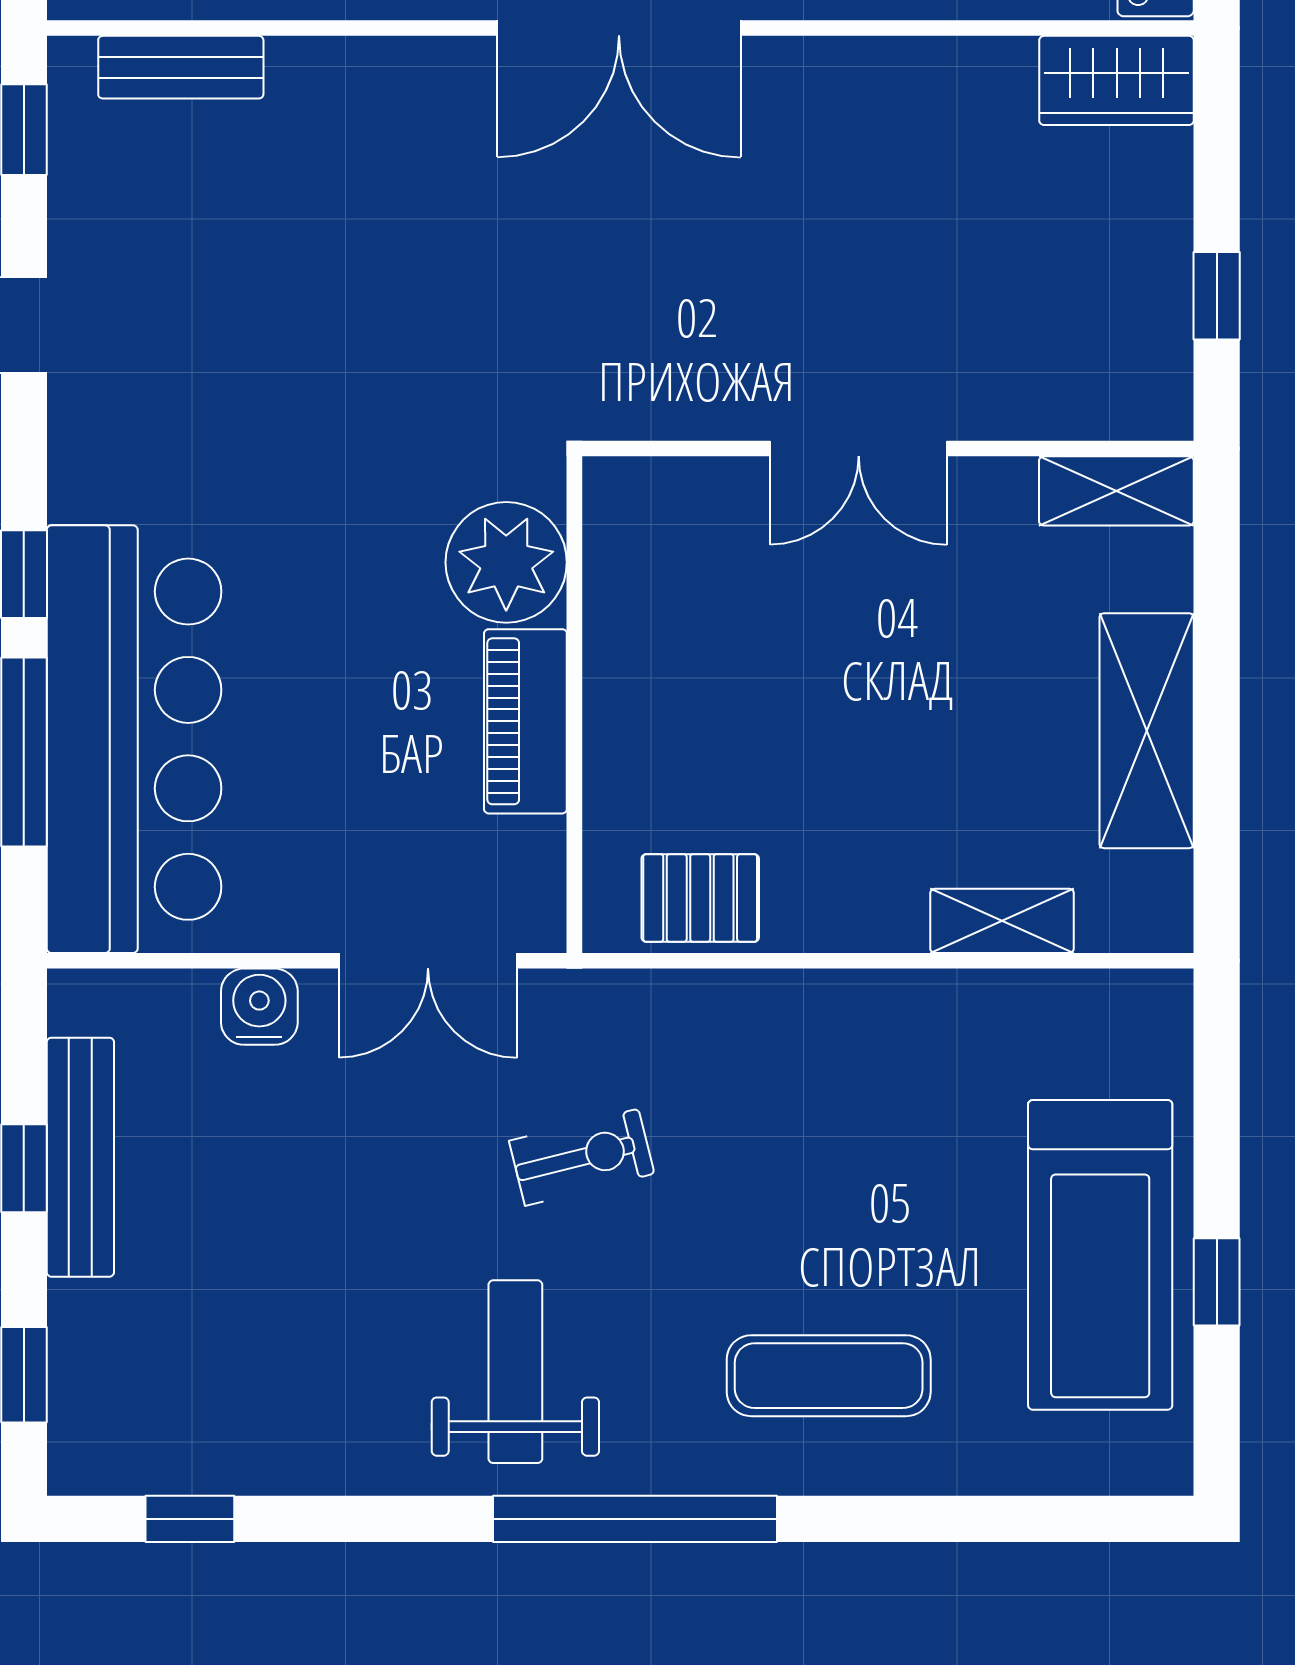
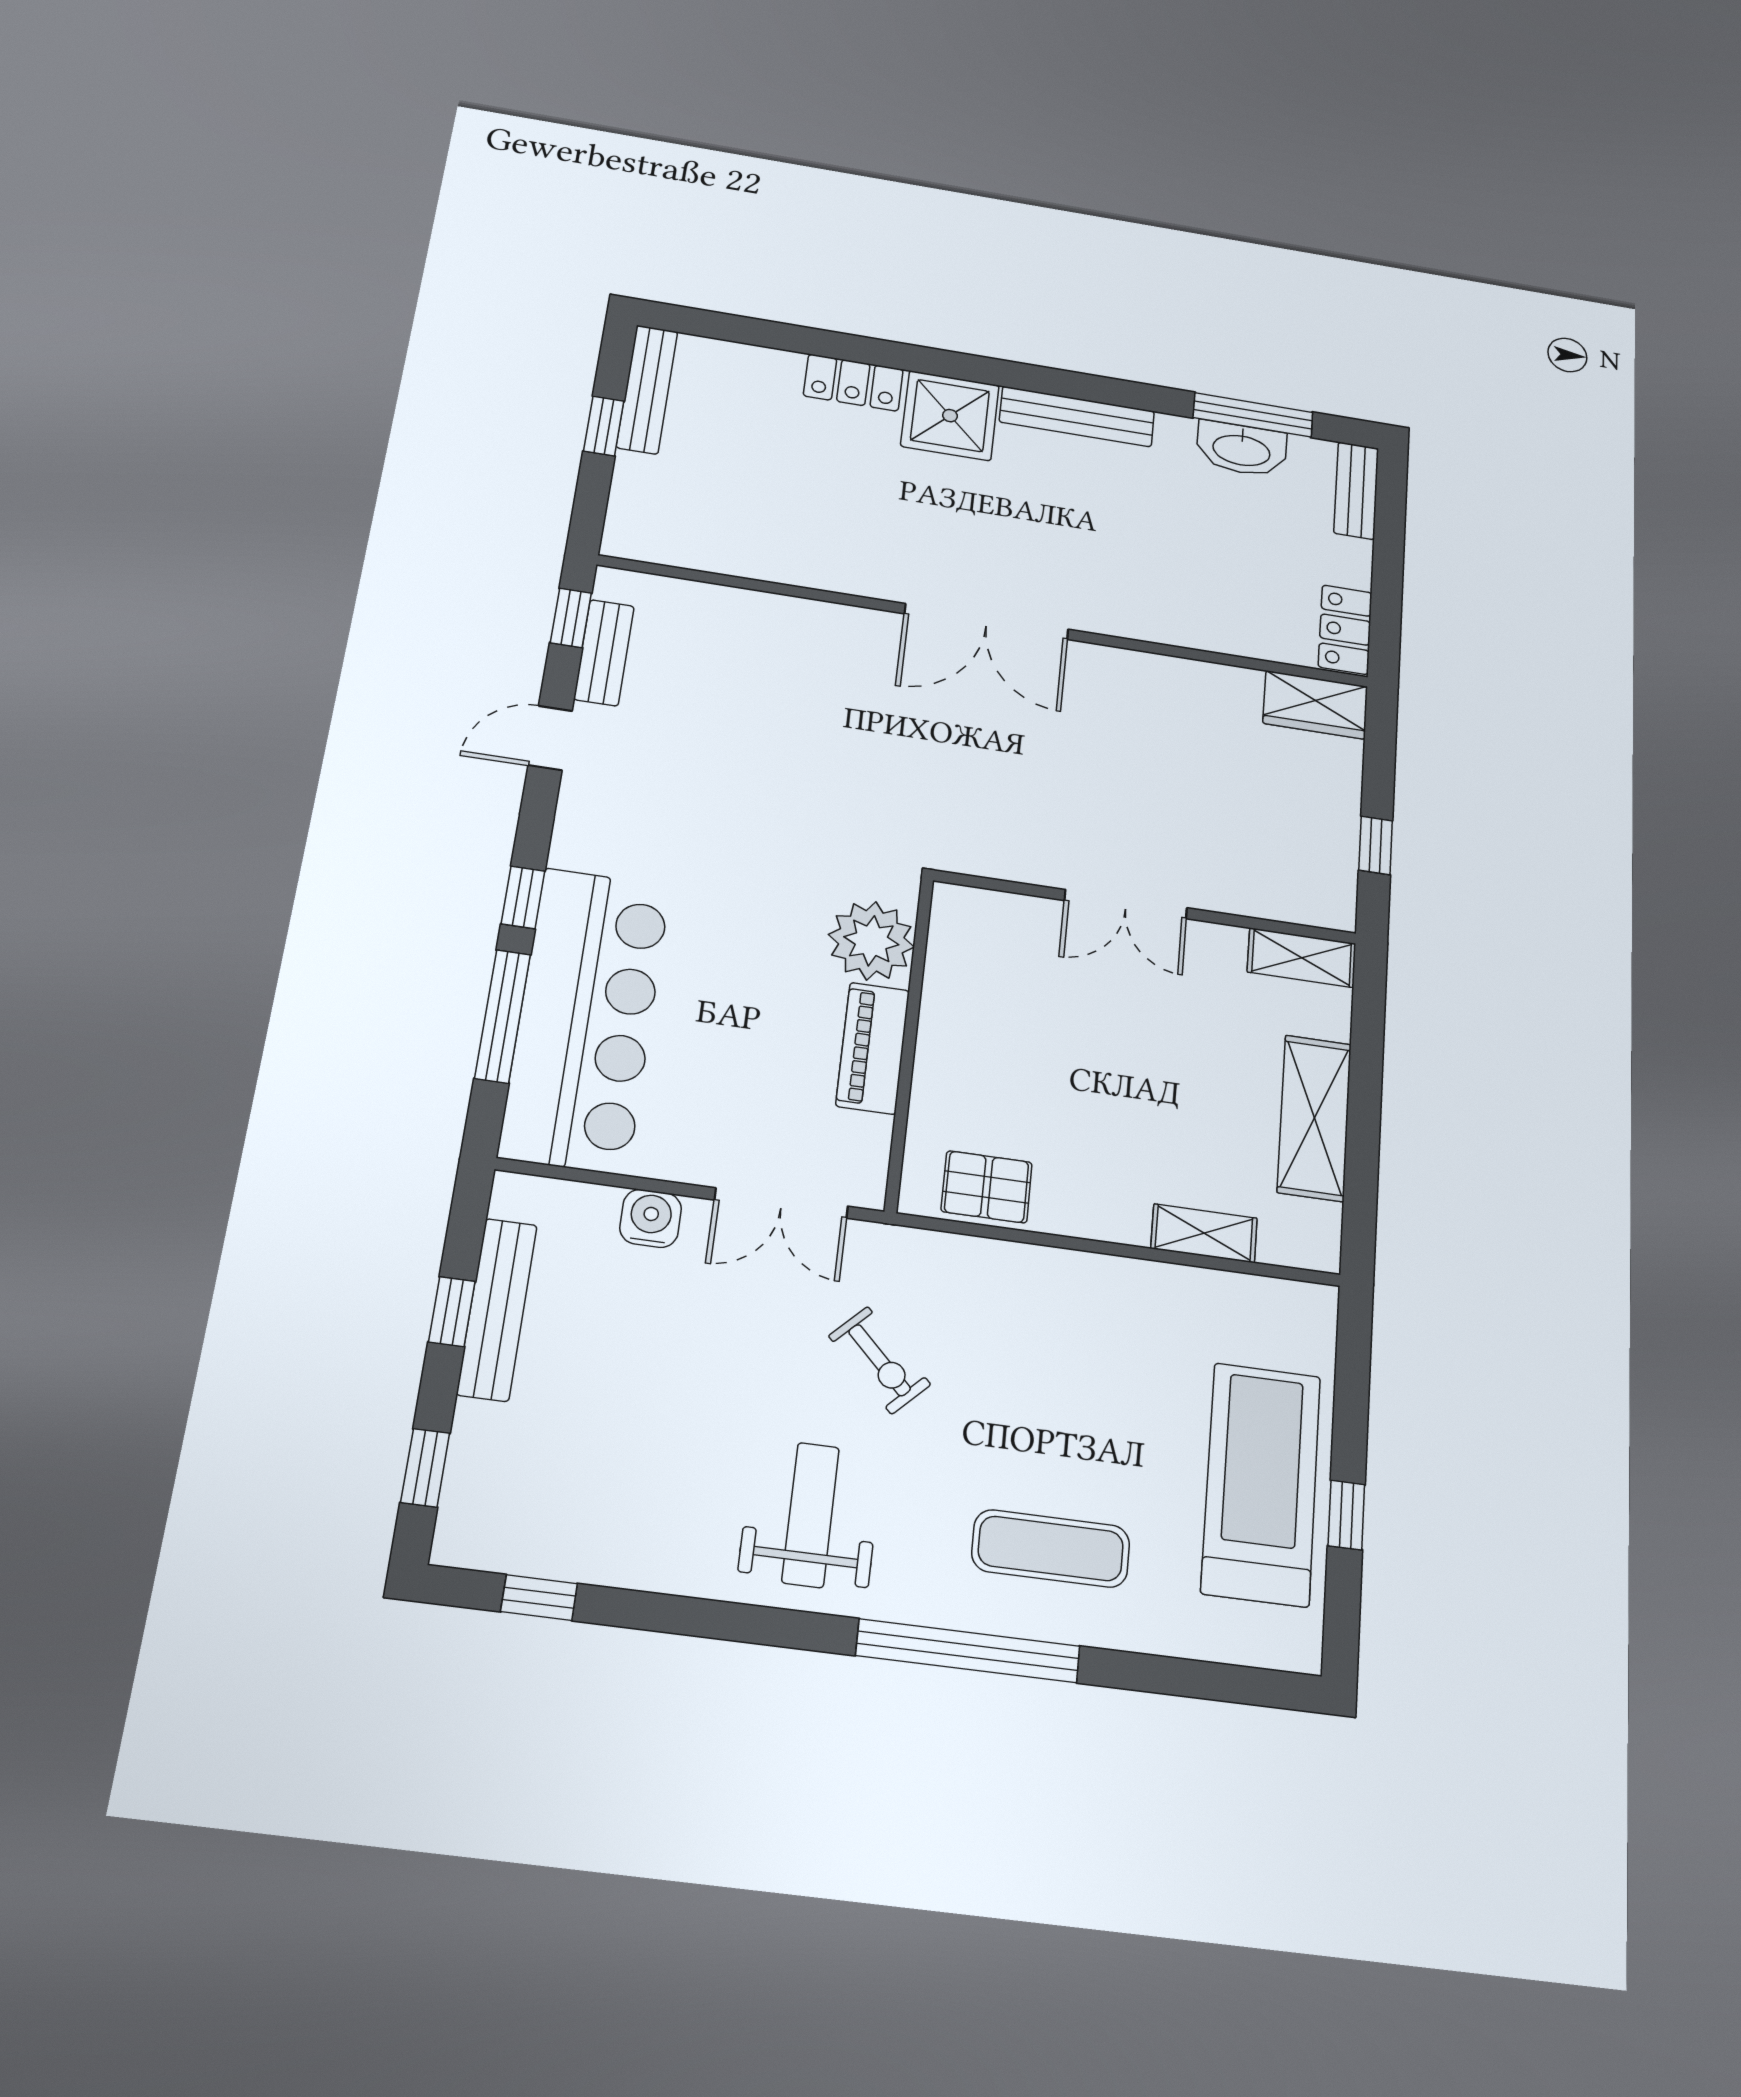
bench: (181, 67) -> (604, 653), moved, turned 90
exercise bike: (582, 1157) -> (880, 1360), turned 59
treadmill: (1100, 1255) -> (1261, 1484), turned 180
window: (635, 1519) -> (968, 1651), moved

